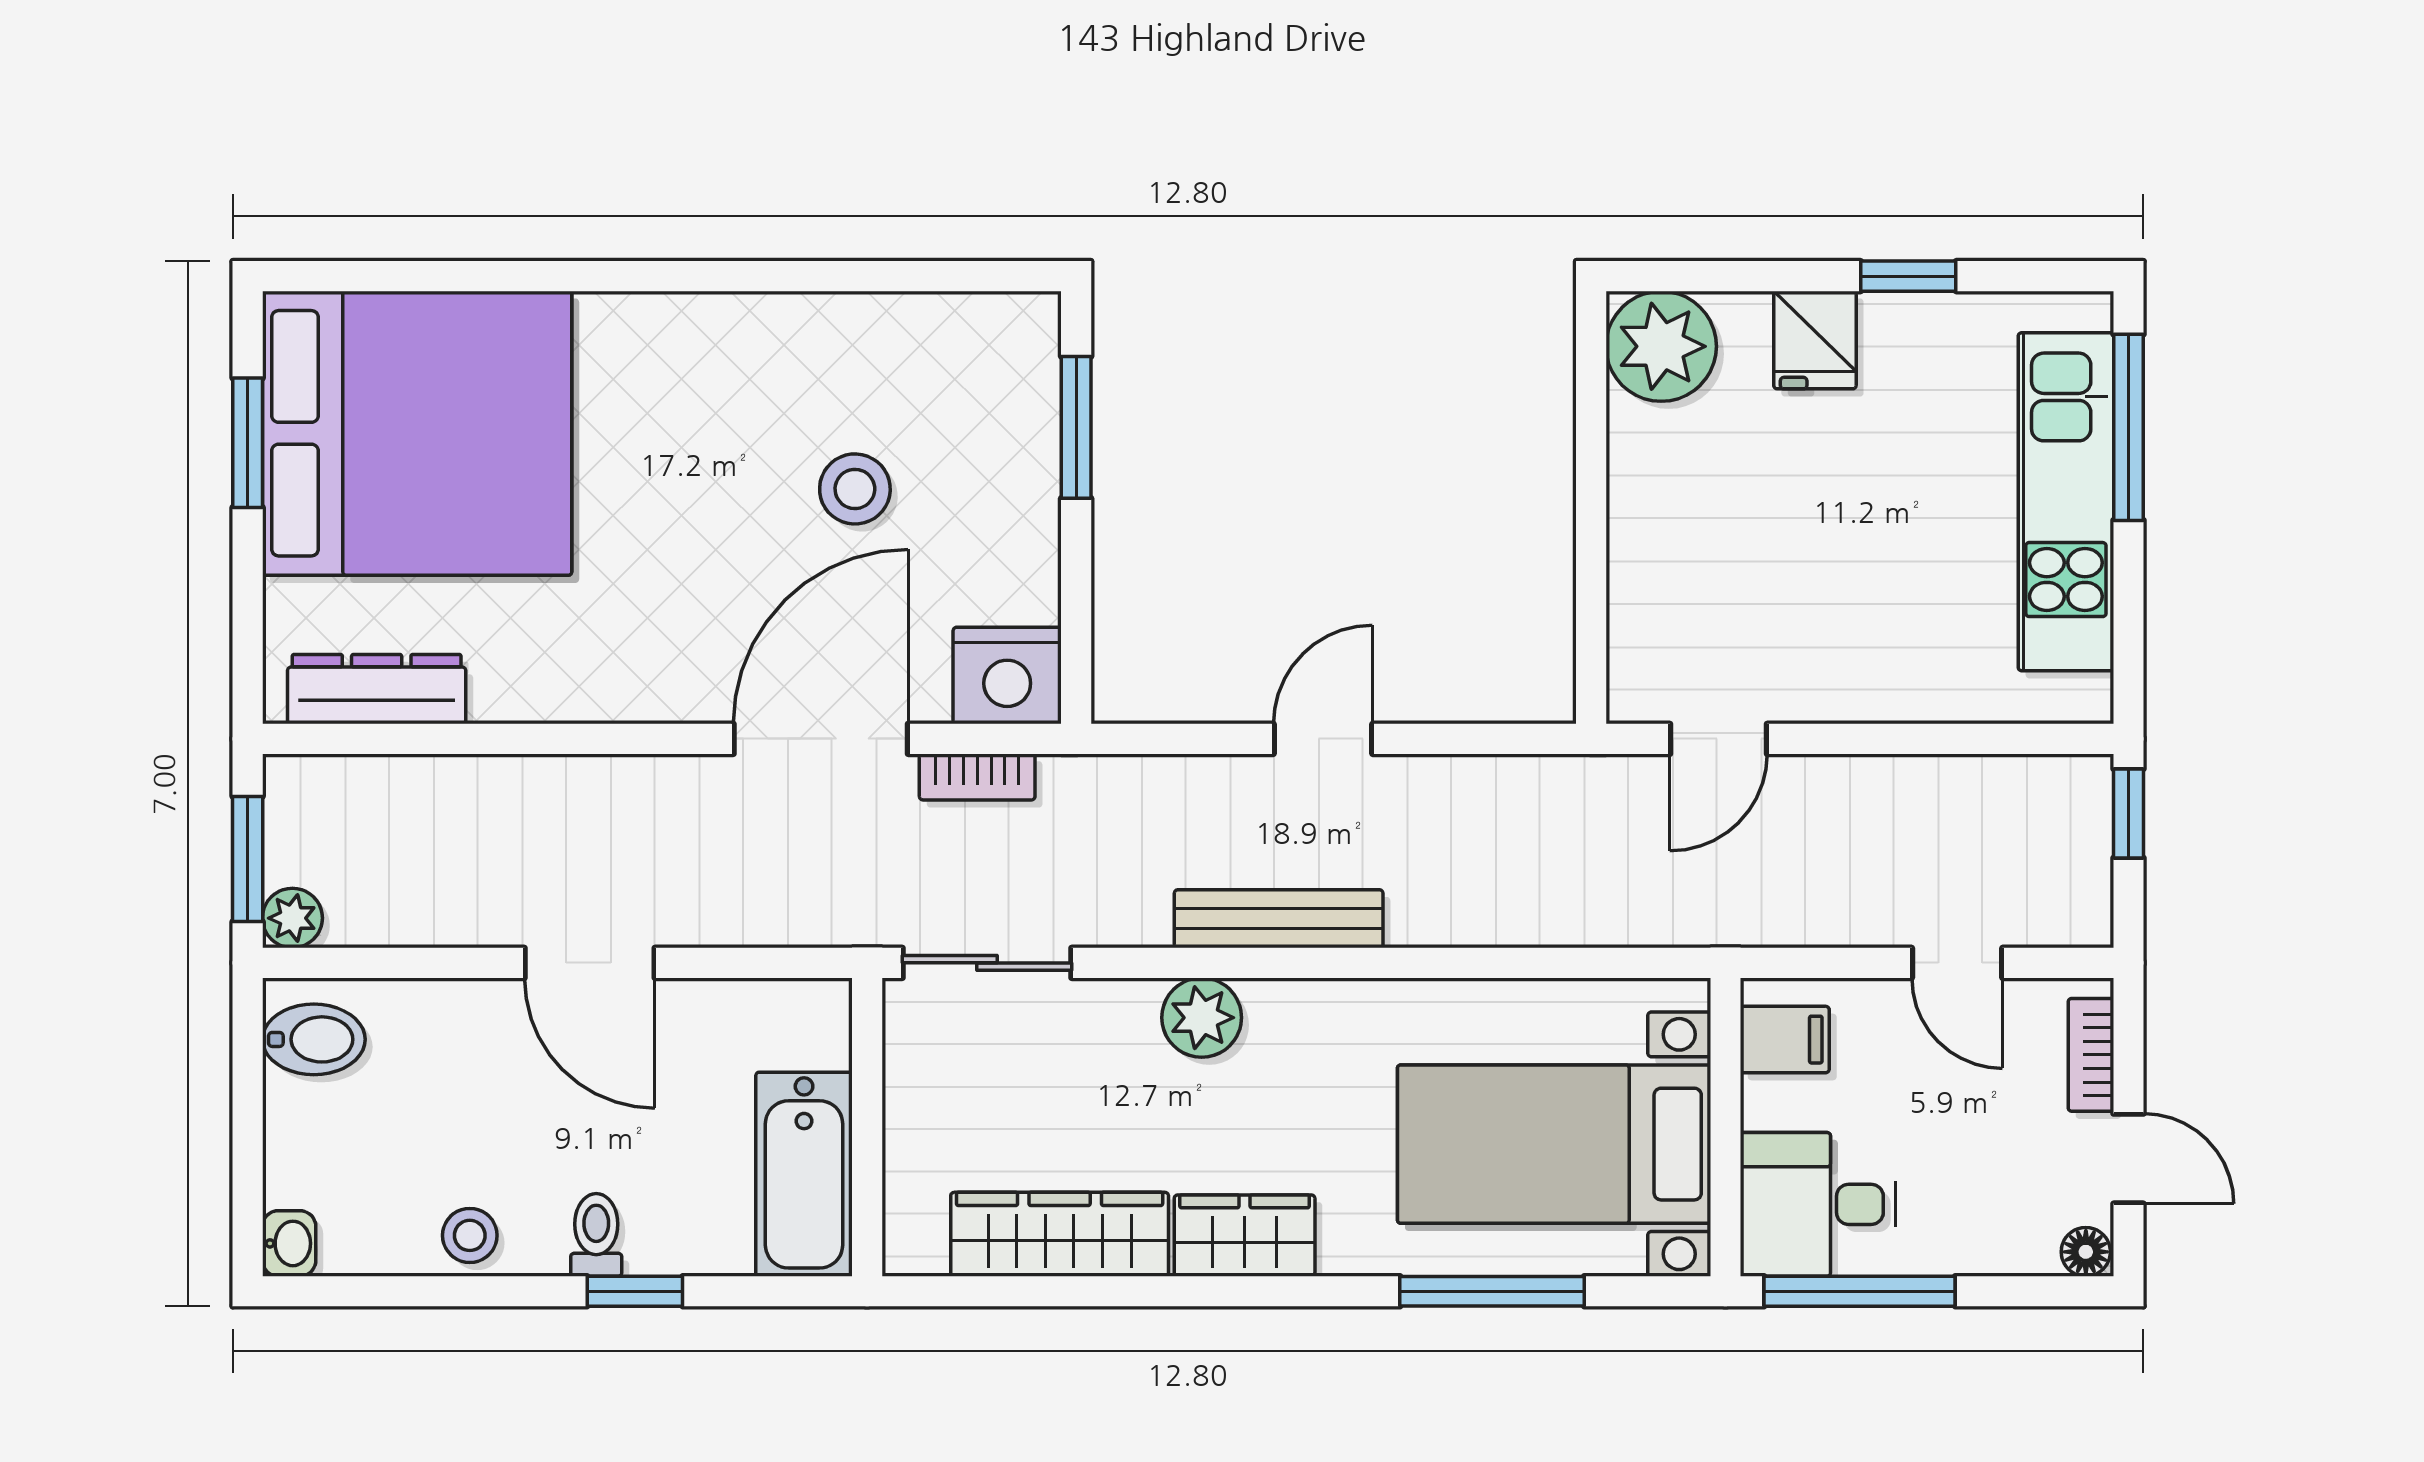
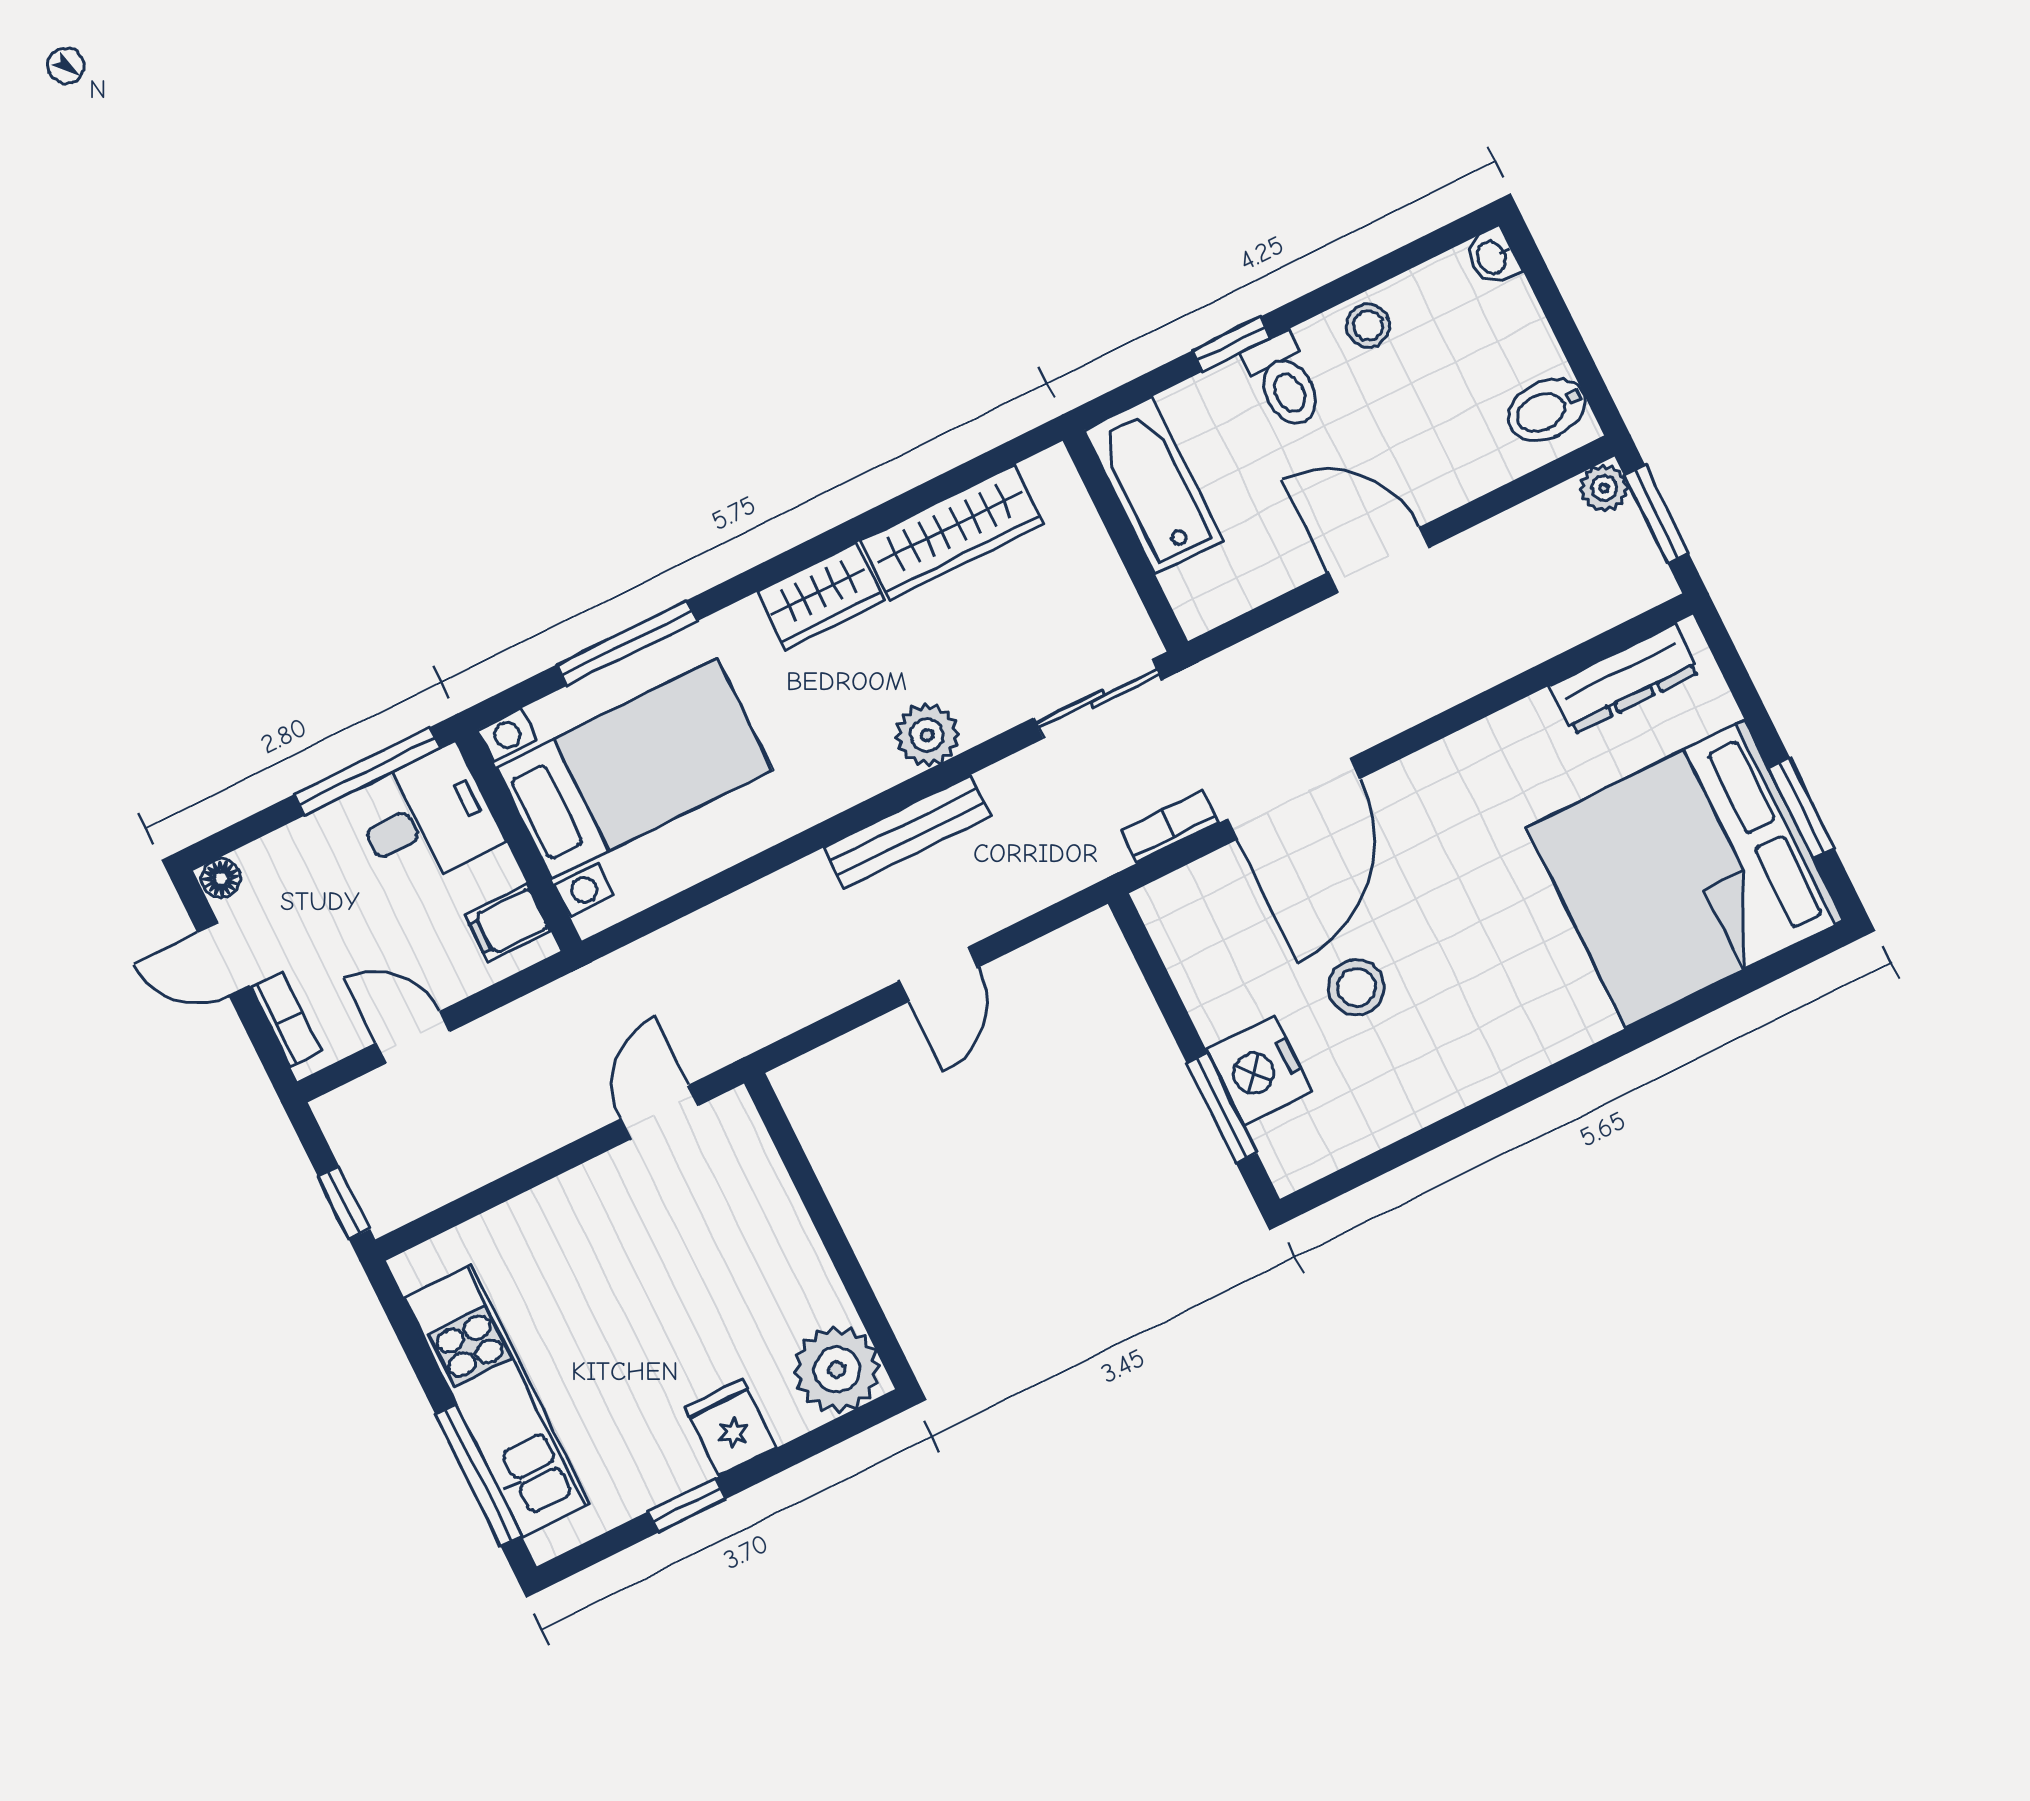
nightstand: (1007, 676) -> (1259, 1071), moved, turned -90
toilet: (596, 1235) -> (1284, 382), width x1.37, depth x1.39

